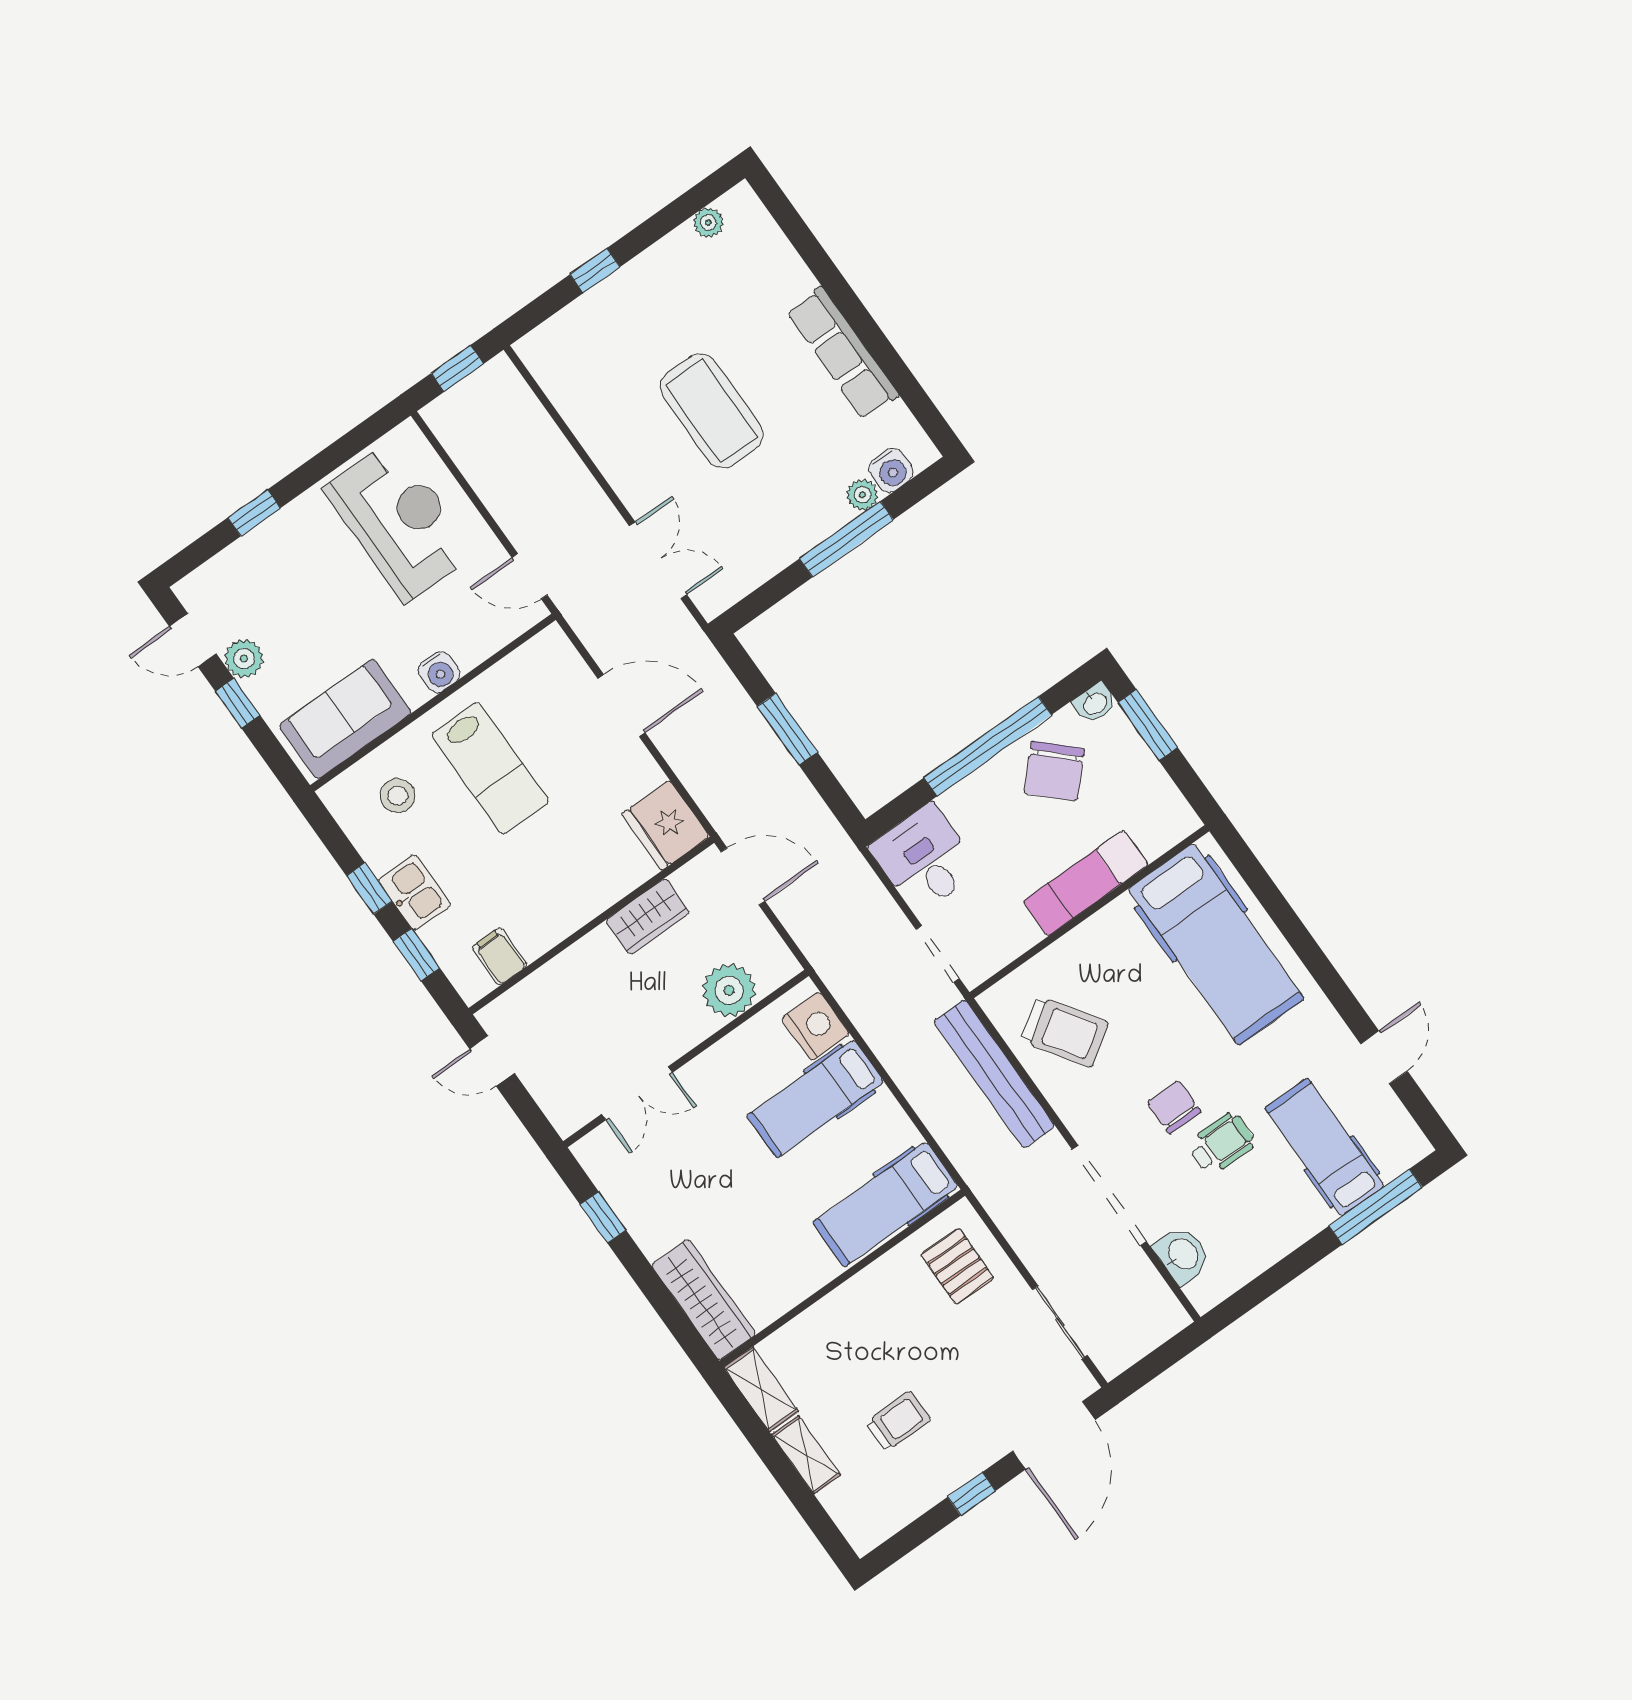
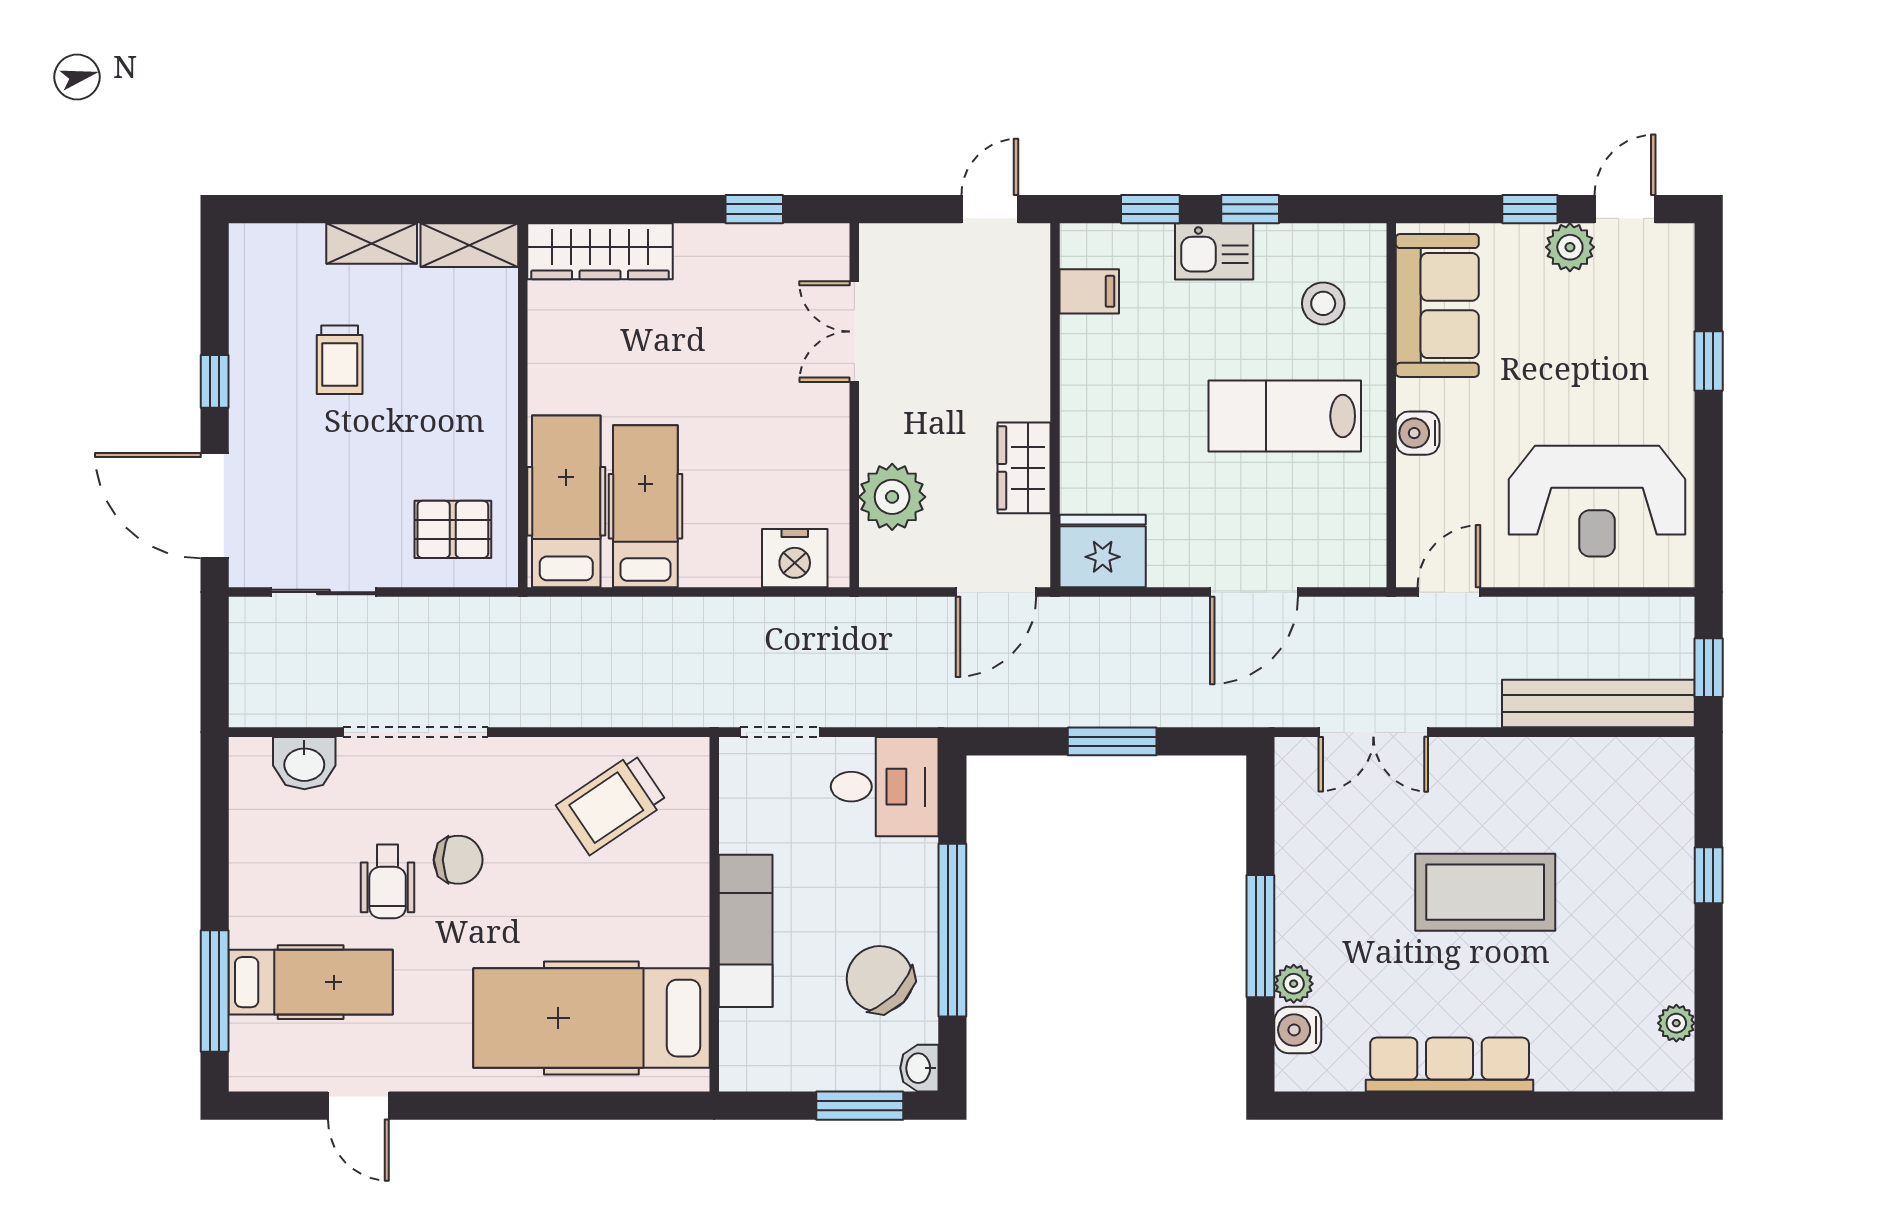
bench: (994, 1074) -> (1598, 703), moved
hospital bed: (815, 1099) -> (645, 506), moved

